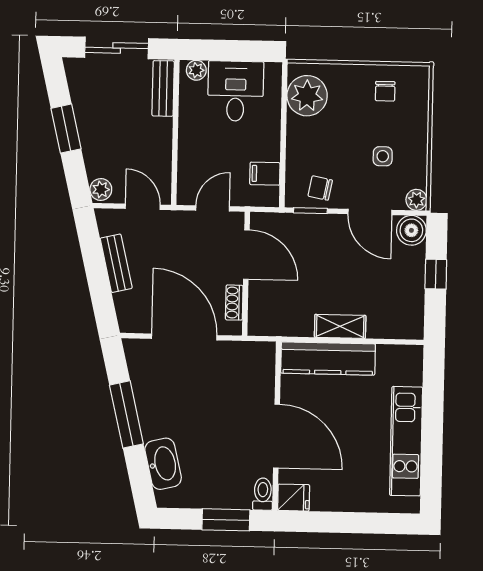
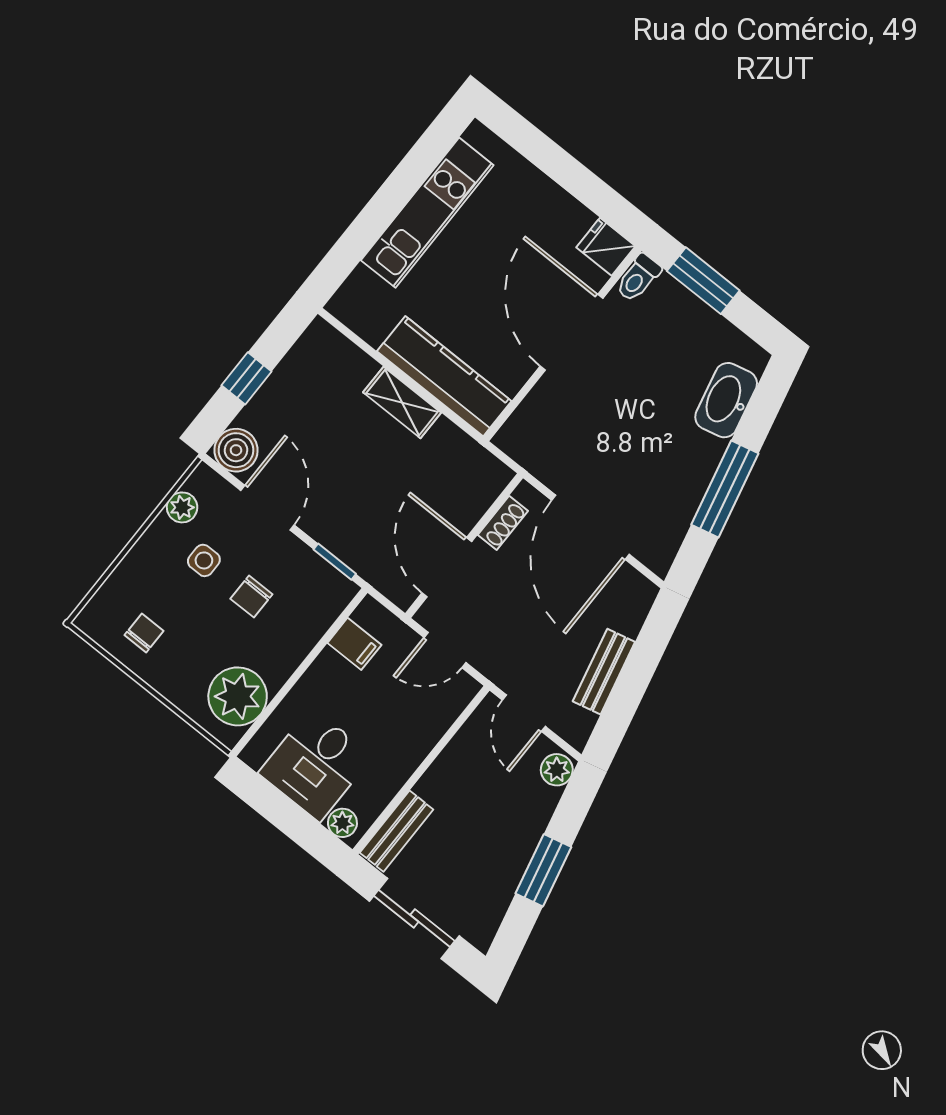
chair: (320, 188) -> (251, 596), moved, turned 79
plant: (416, 200) -> (182, 507), moved

